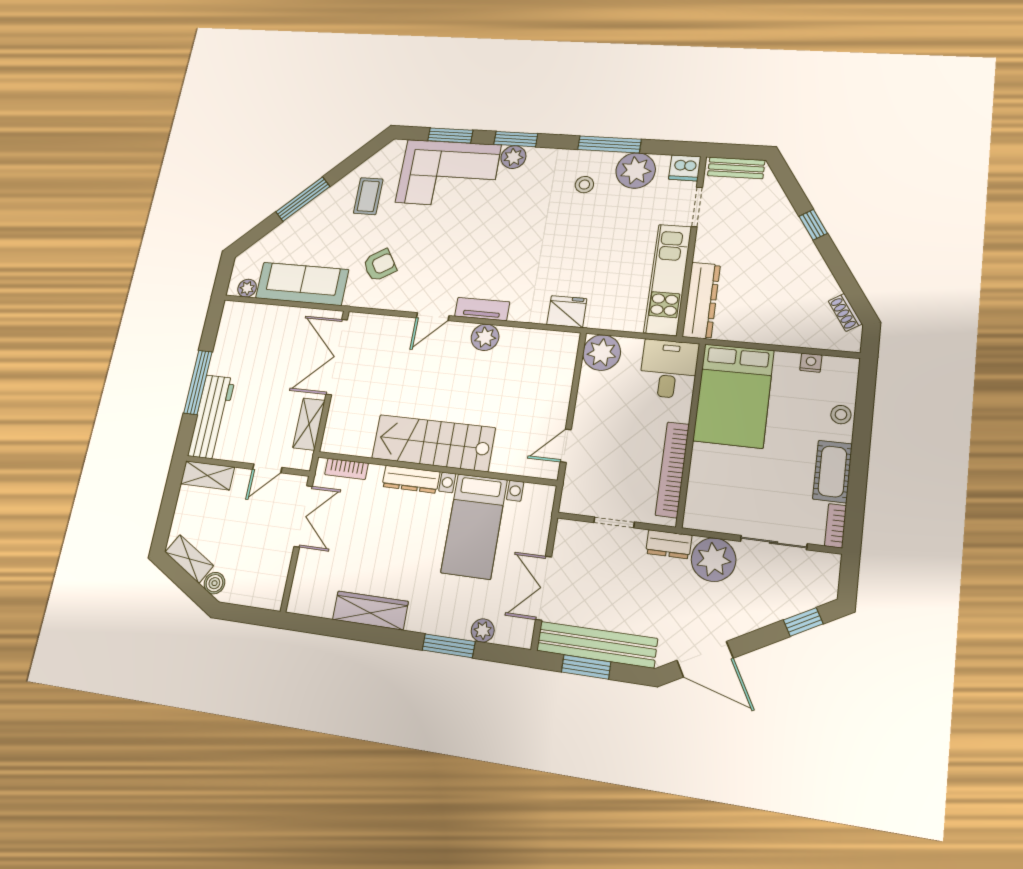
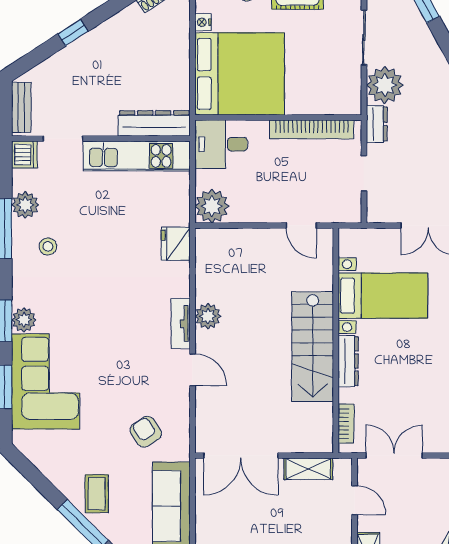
plant: (636, 171) -> (25, 205), width x0.73, depth x0.73
coffee table: (368, 196) -> (97, 494), moved, turned 90
bed: (734, 395) -> (240, 74), width x1.36

